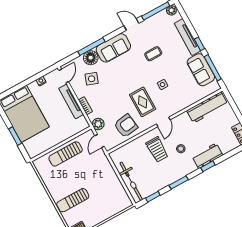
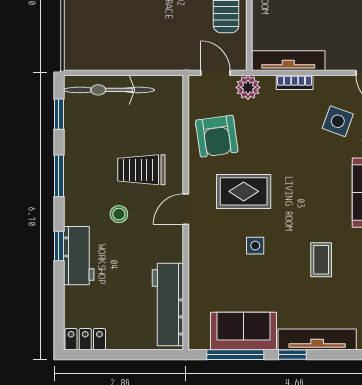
tv unit: (71, 101) -> (288, 61), moved
door: (163, 122) -> (186, 209), hinge flipped

